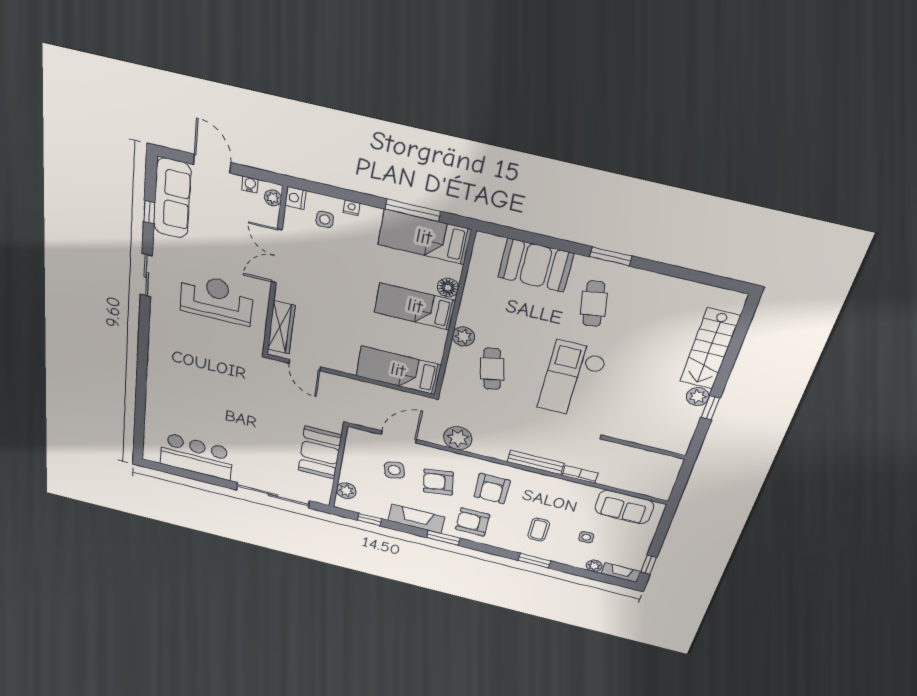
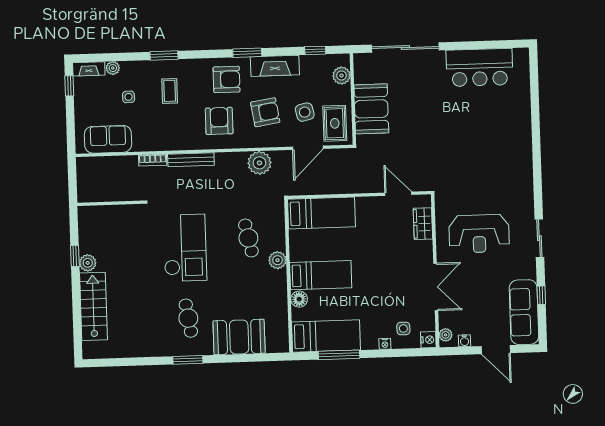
wardrobe: (281, 327) -> (423, 224), width x0.67
rug: (363, 451) -> (335, 123), added

